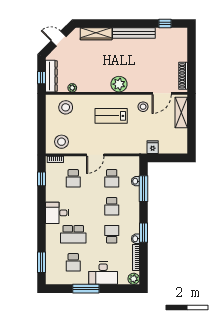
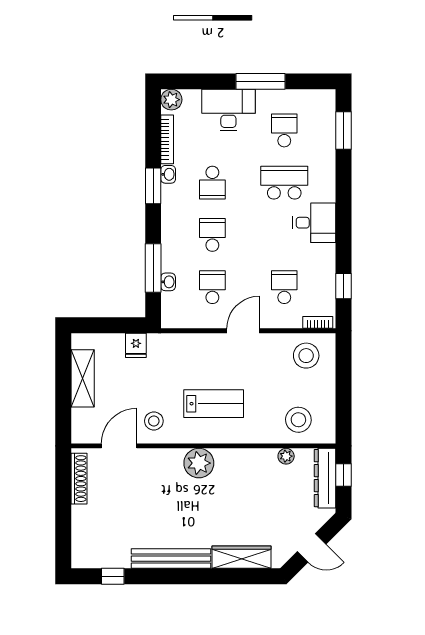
shelving: (181, 113) -> (83, 378), moved

